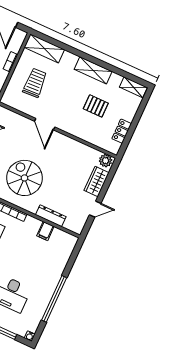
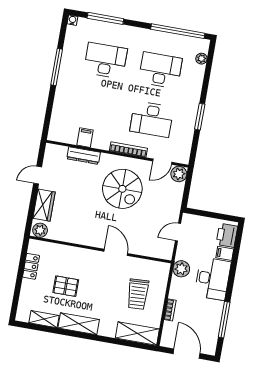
shelving: (133, 87) -> (44, 319), moved
window: (54, 299) -> (57, 67), width x0.68

